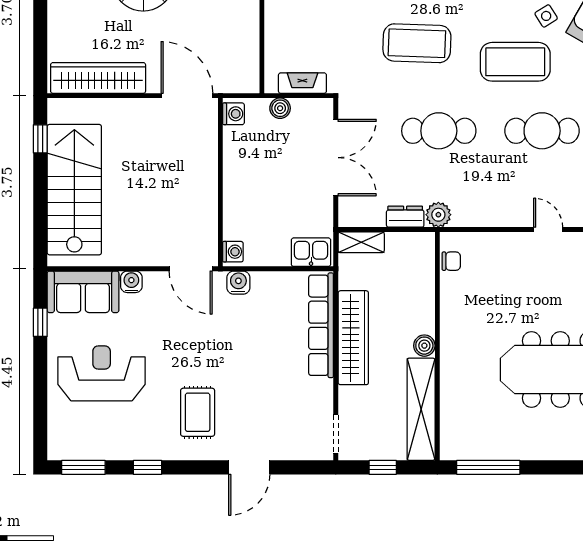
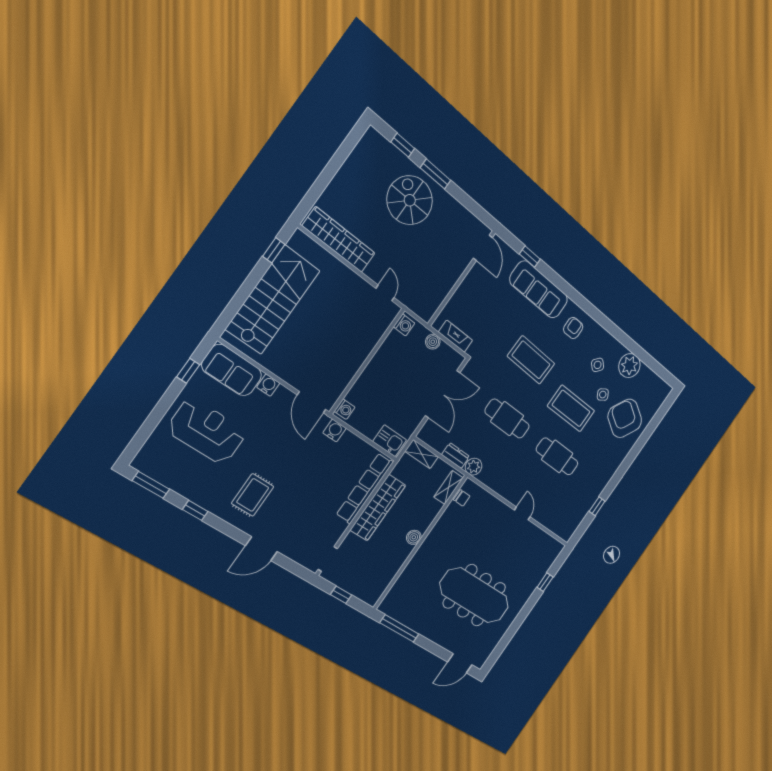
door: (187, 96) -> (385, 293), width x0.53
shelving: (421, 409) -> (449, 487), moved, width x0.45, depth x0.75

